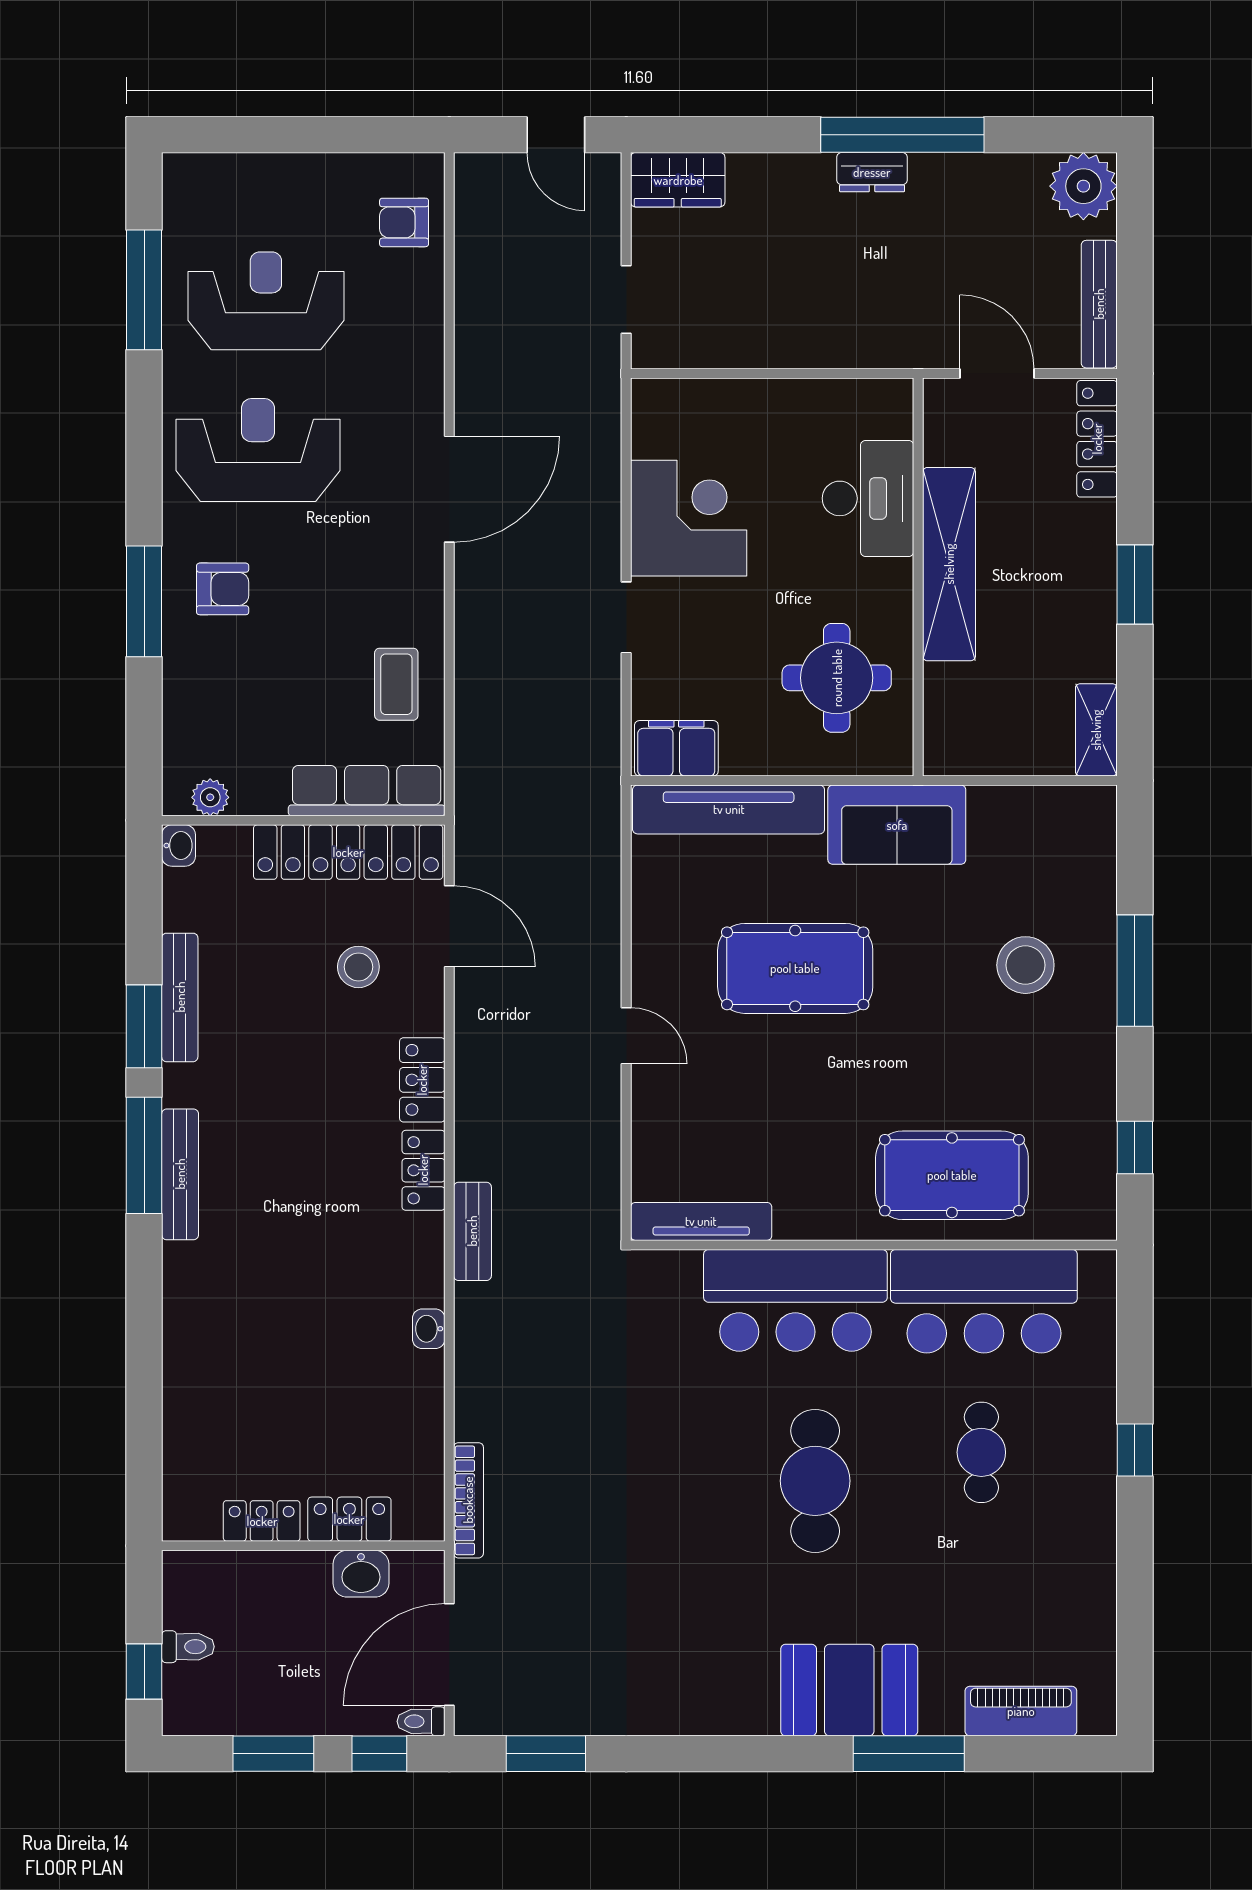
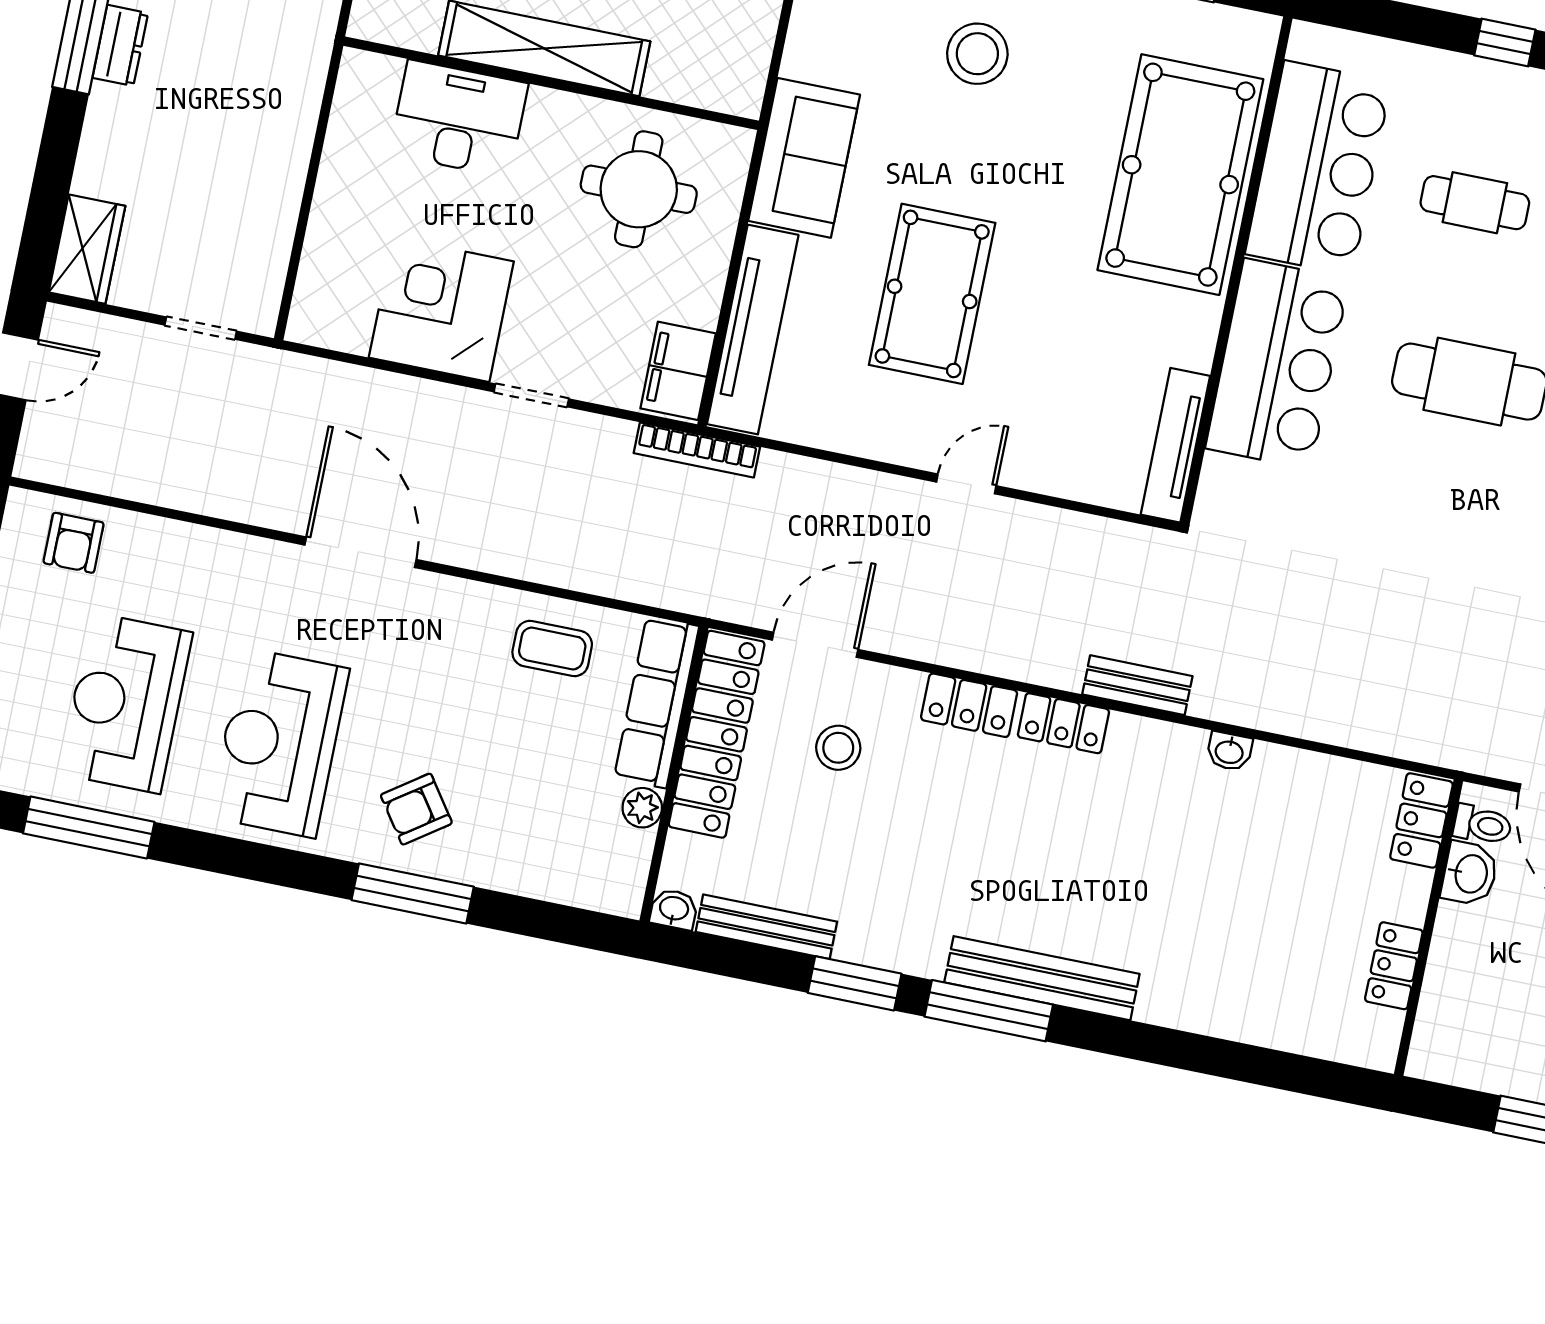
armchair: (223, 589) -> (416, 809), turned -125
plant: (210, 797) -> (642, 808), moved
bench: (180, 997) -> (766, 927), moved
bench: (180, 1174) -> (1042, 978), width x1.37, depth x1.21
pool table: (952, 1175) -> (1180, 175), width x1.36, depth x1.32
bookcase: (468, 1500) -> (697, 450), moved, turned 180
locker: (349, 1519) -> (1421, 820), moved
toilet: (188, 1647) -> (1483, 825), moved, turned 90

